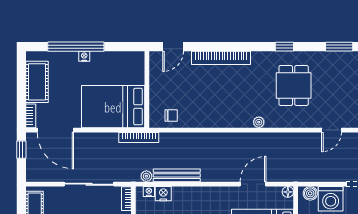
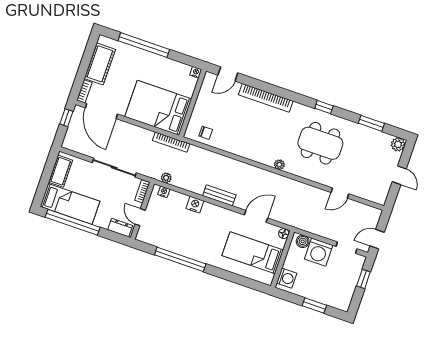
nightstand: (84, 56) -> (196, 72), moved
dining table: (294, 85) -> (320, 143), width x1.38
bench: (177, 175) -> (219, 195), moved, width x0.73
nightstand: (163, 194) -> (195, 205), moved

